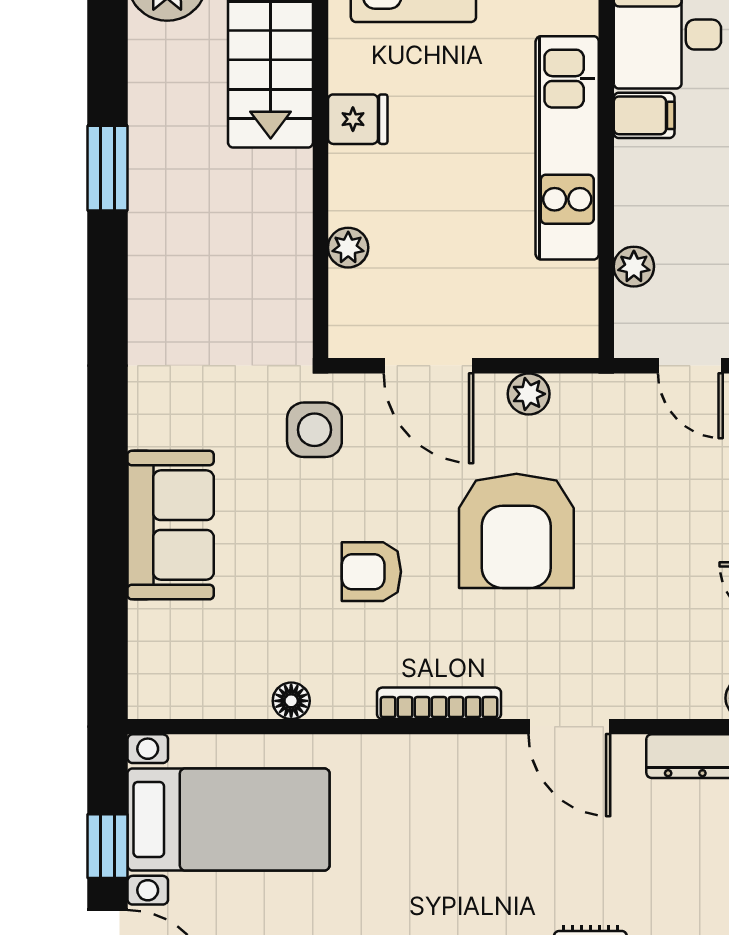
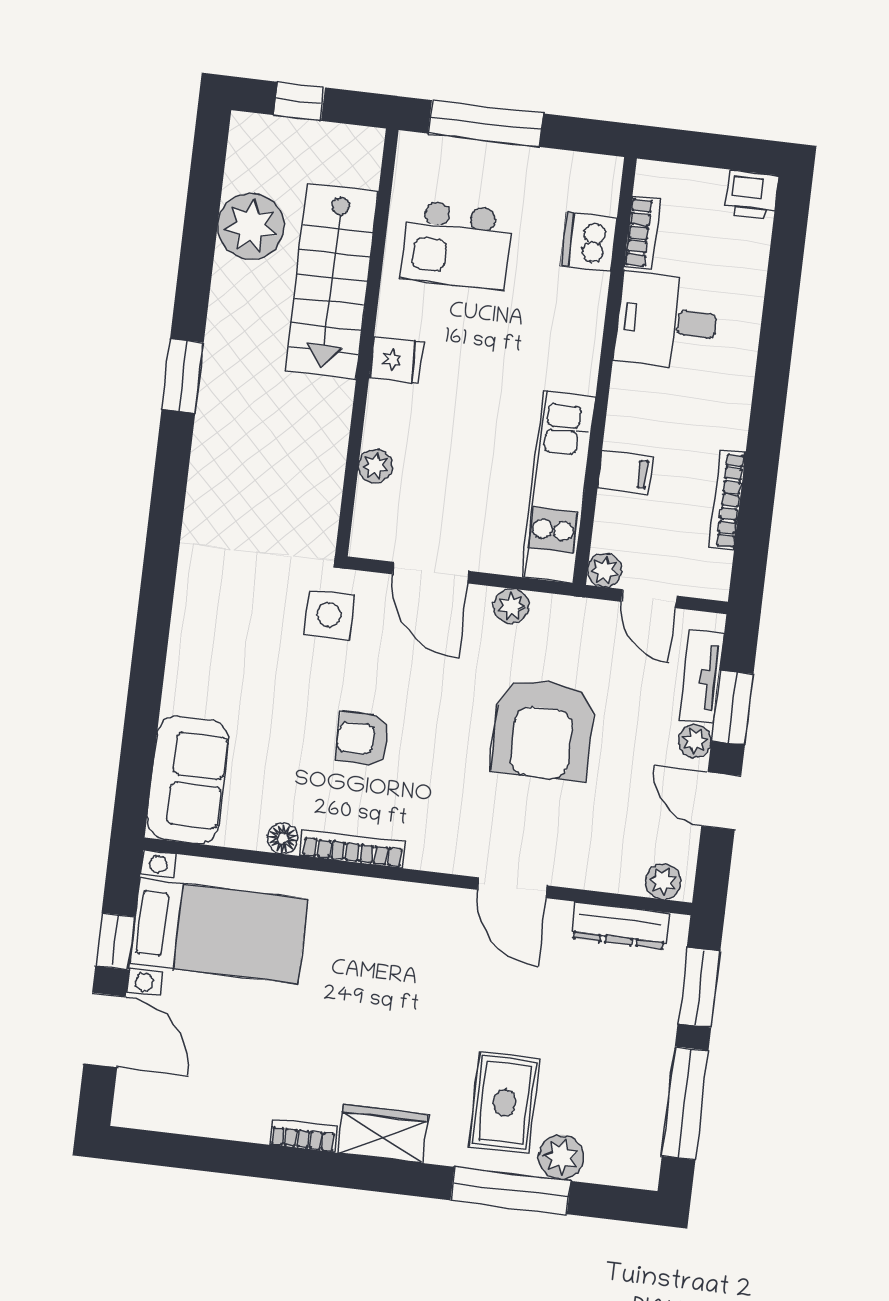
filing cabinet: (644, 115) -> (625, 472), moved
kitchen unit: (567, 148) -> (558, 487), moved
plant: (634, 267) -> (605, 570), moved
sofa: (171, 525) -> (188, 780), moved
armchair: (516, 531) -> (543, 729), moved
bookcase: (439, 703) -> (353, 849), moved

